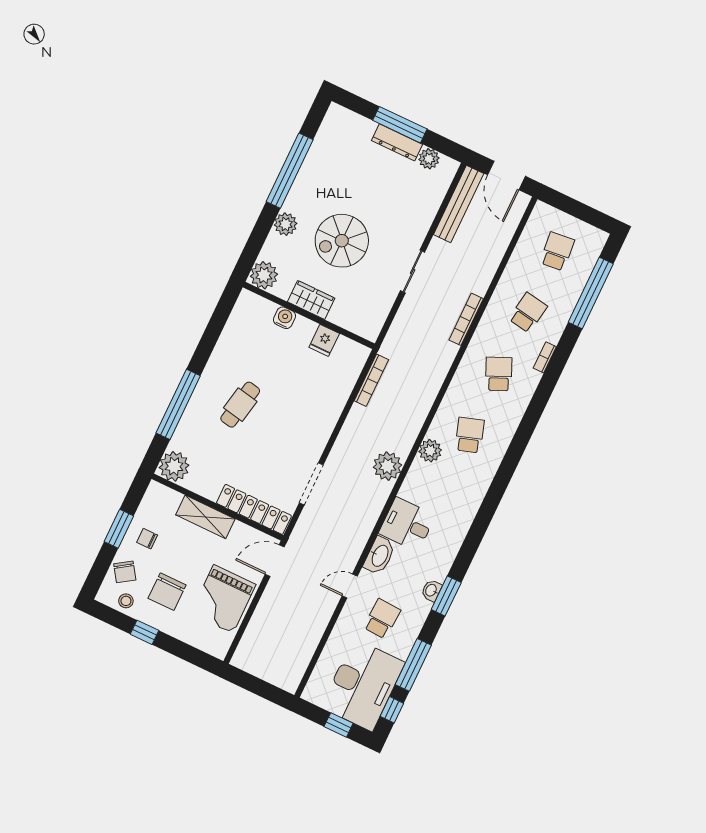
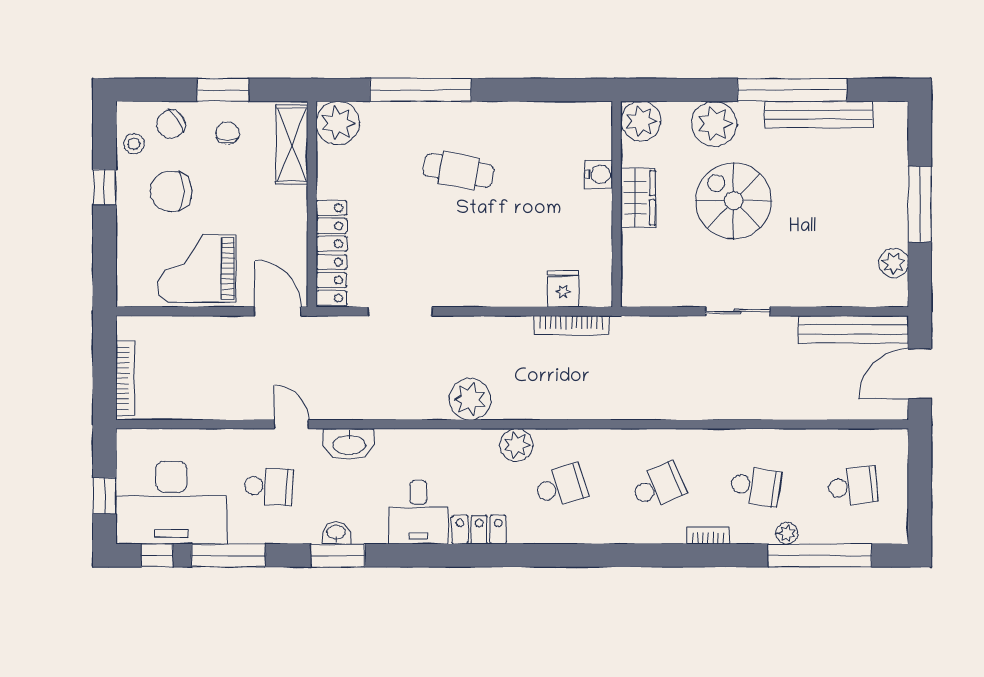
dresser: (397, 142) -> (895, 212), removed
bench: (313, 161) -> (819, 115), added
plant: (286, 224) -> (714, 124), width x1.36, depth x1.36
plant: (567, 307) -> (787, 533), added
bookcase: (466, 319) -> (125, 378), moved, turned 90
fridge: (324, 340) -> (563, 289), moved, turned 90
locker: (472, 500) -> (479, 530), added
shelving: (205, 517) -> (292, 145), moved
desk: (407, 524) -> (418, 512), moved, turned 180

